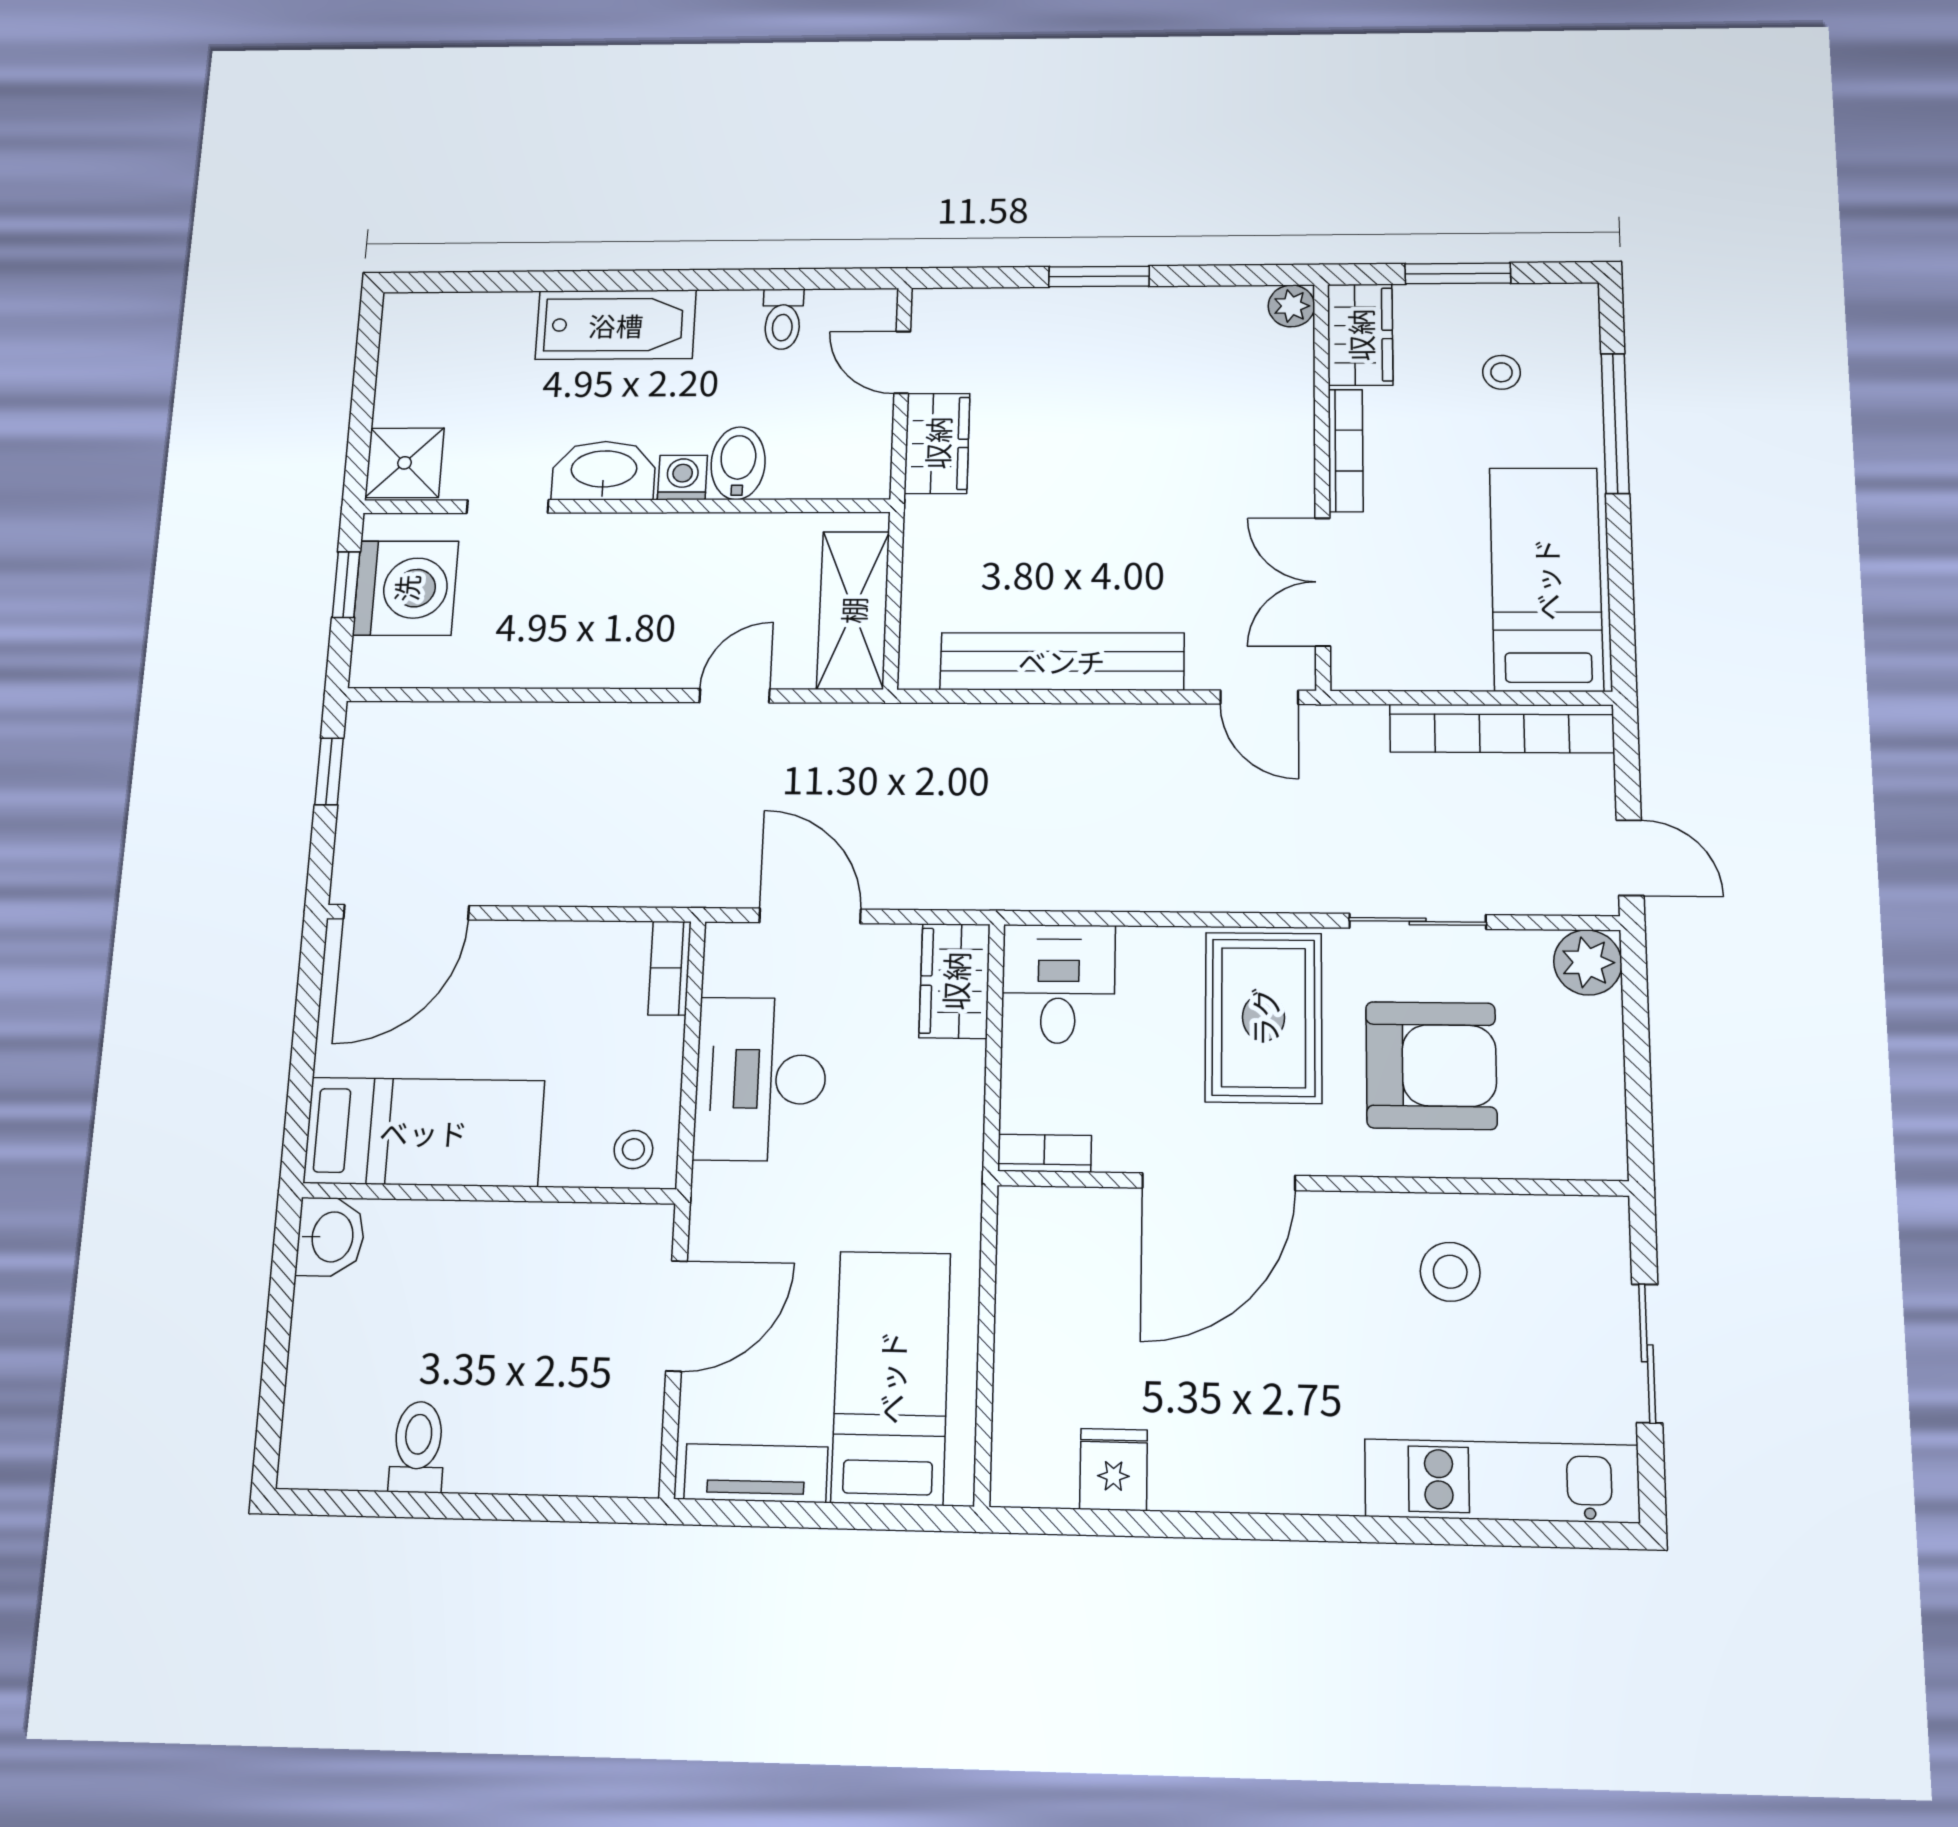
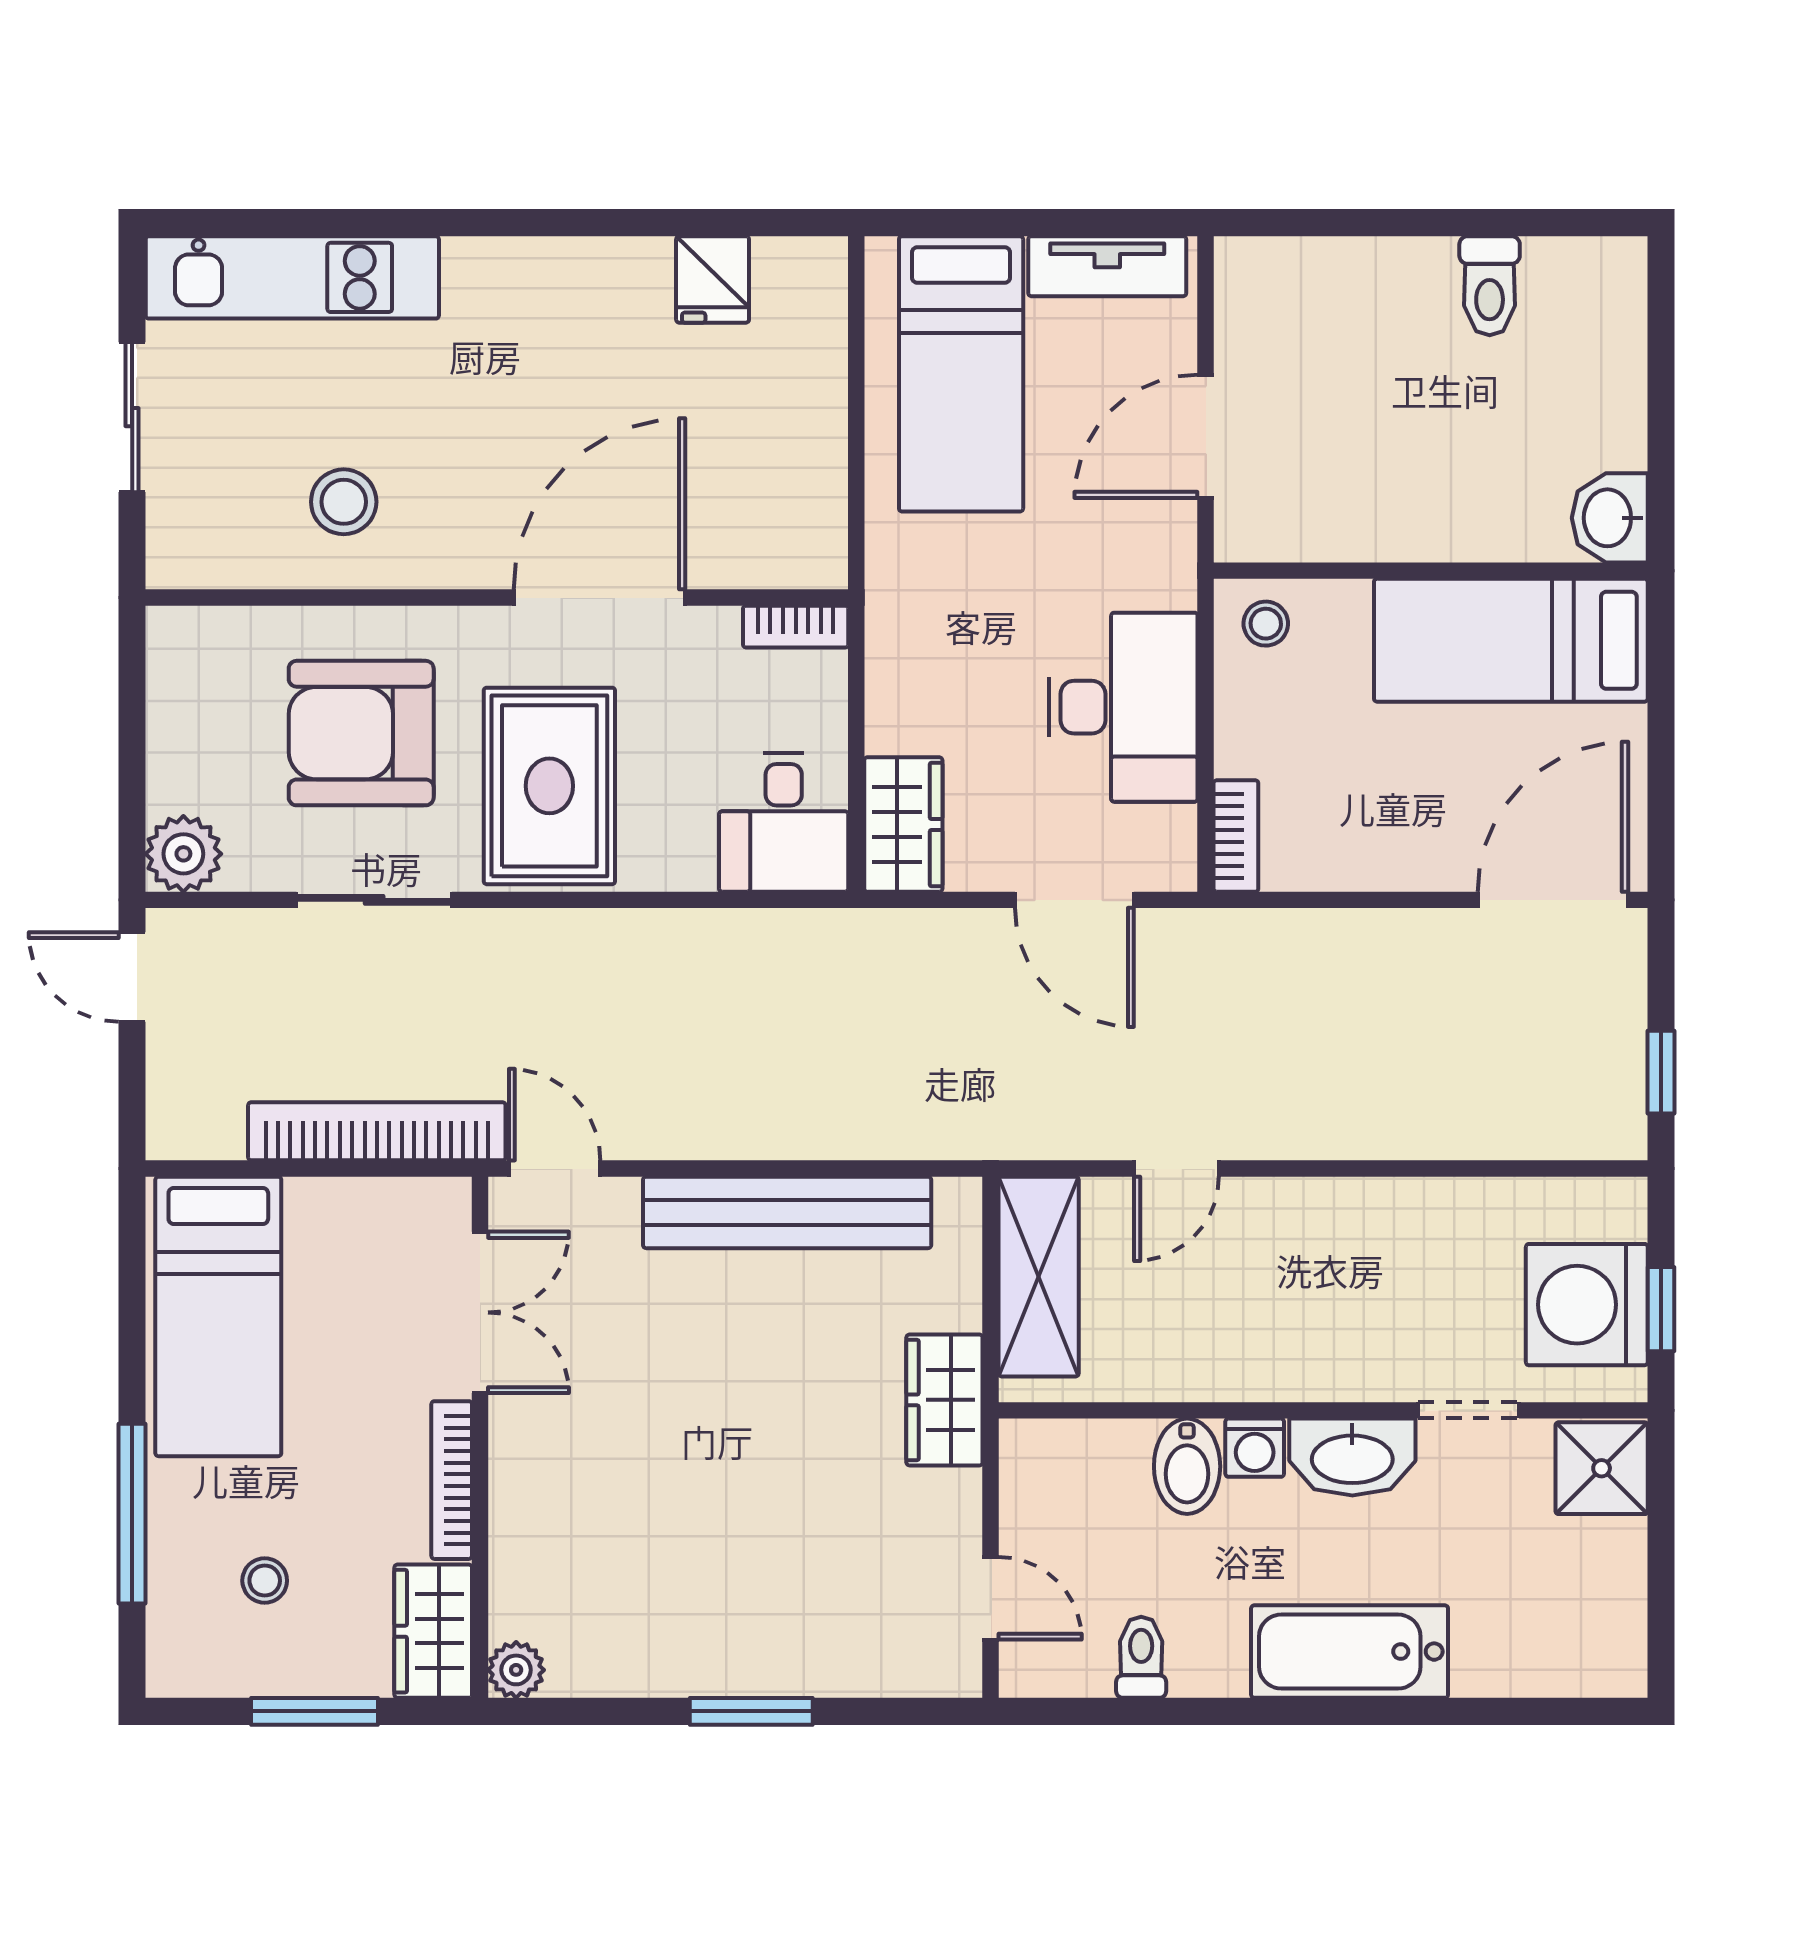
wardrobe: (937, 443) -> (944, 1400), moved
bookcase: (1502, 729) -> (377, 1131), moved

